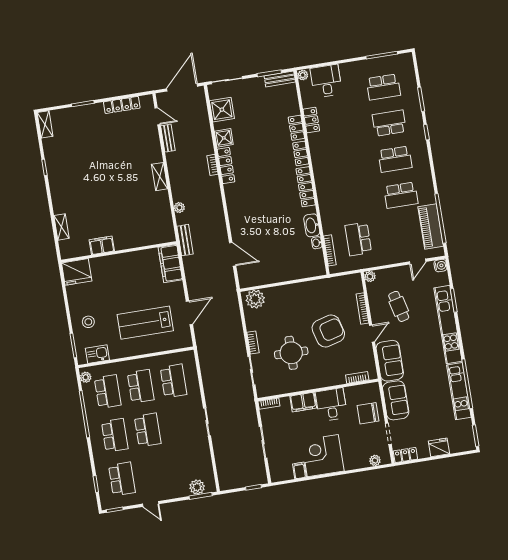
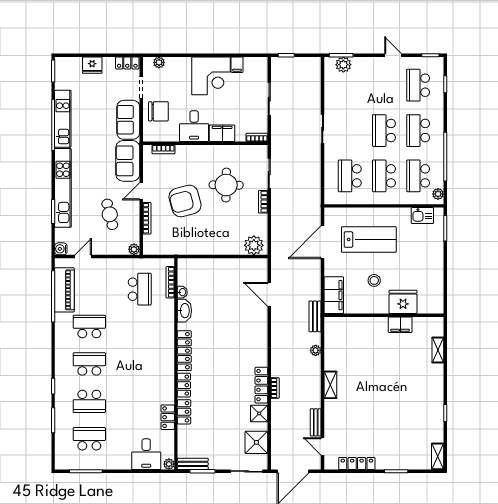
fridge: (77, 272) -> (403, 302), moved
door: (189, 313) -> (323, 242), width x1.36
stool: (88, 322) -> (374, 280), moved

